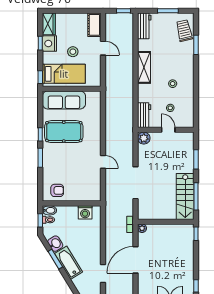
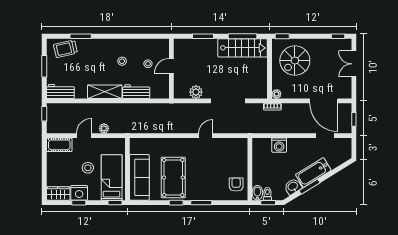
plant: (110, 67) -> (104, 128), added
workbench: (144, 115) -> (136, 92), moved
plant: (144, 138) -> (196, 92), moved
washing machine: (85, 212) -> (279, 145), moved, turned 90
spiral stairs: (173, 245) -> (295, 61), added
door: (135, 260) -> (324, 101), moved

